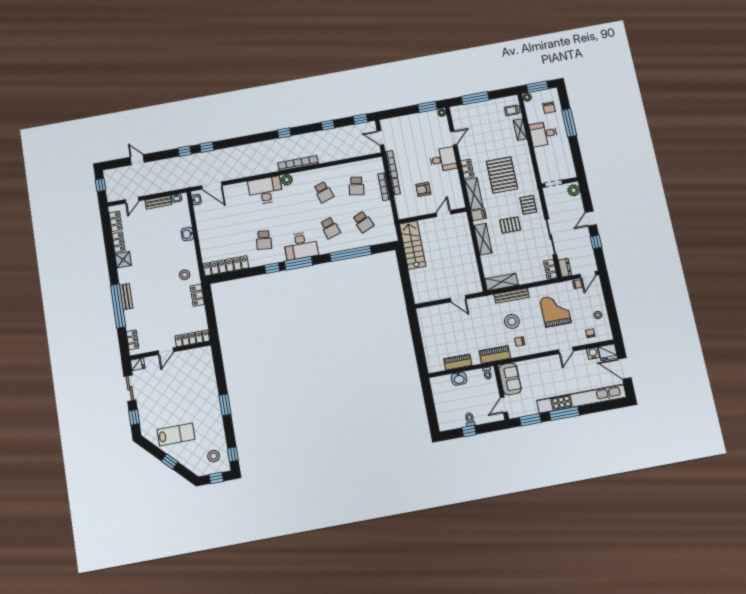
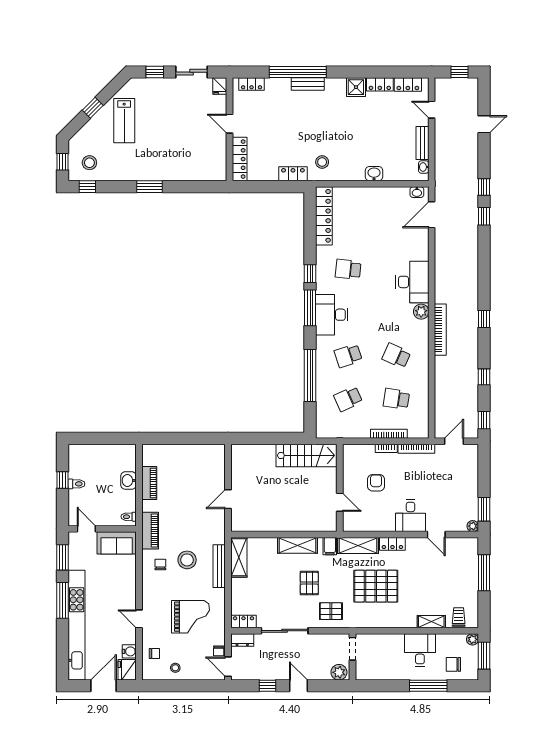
school desk: (324, 192) -> (396, 356), turned 42

